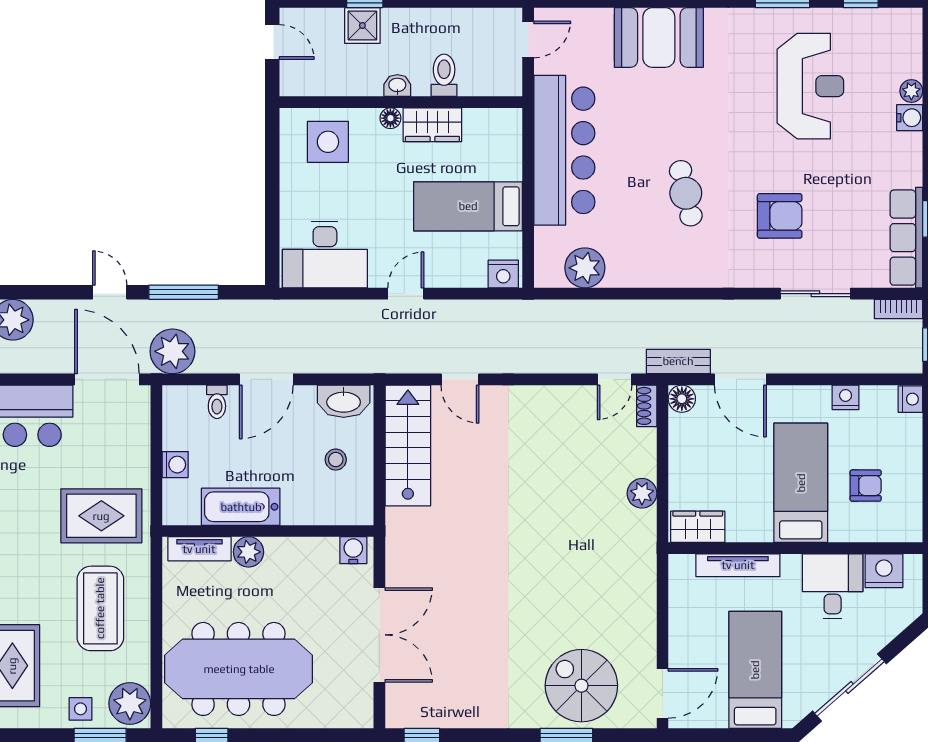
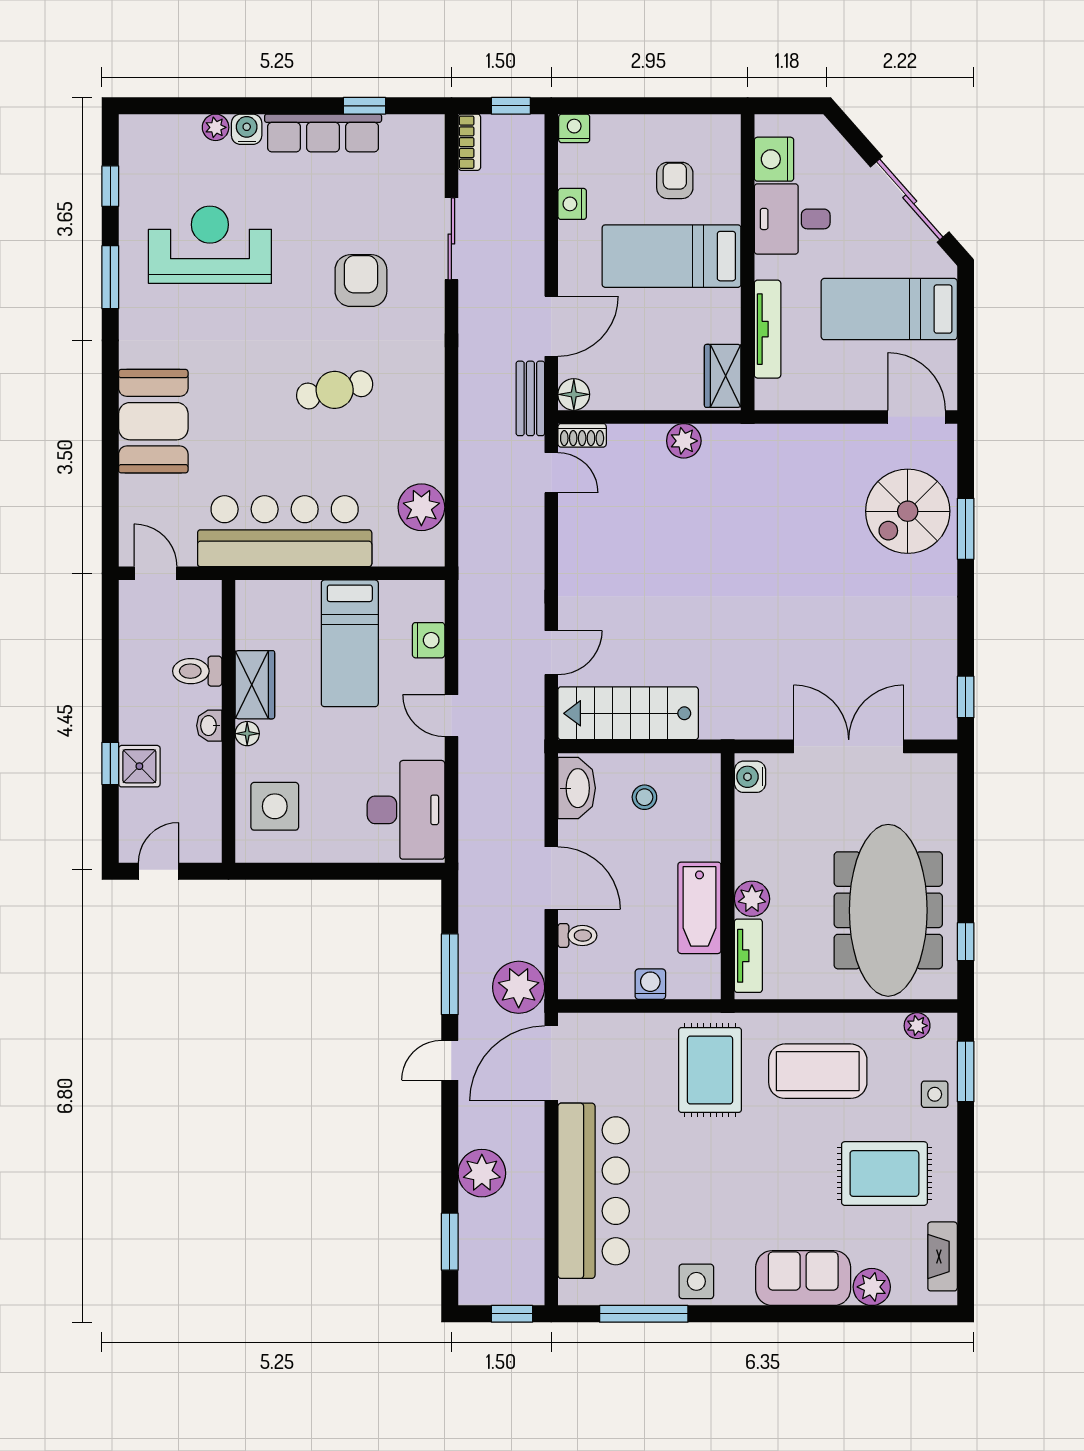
row of seats: (906, 238) -> (323, 133), moved
nightstand: (503, 274) -> (429, 640), moved
plant: (130, 703) -> (917, 1026), width x0.53, depth x0.53

